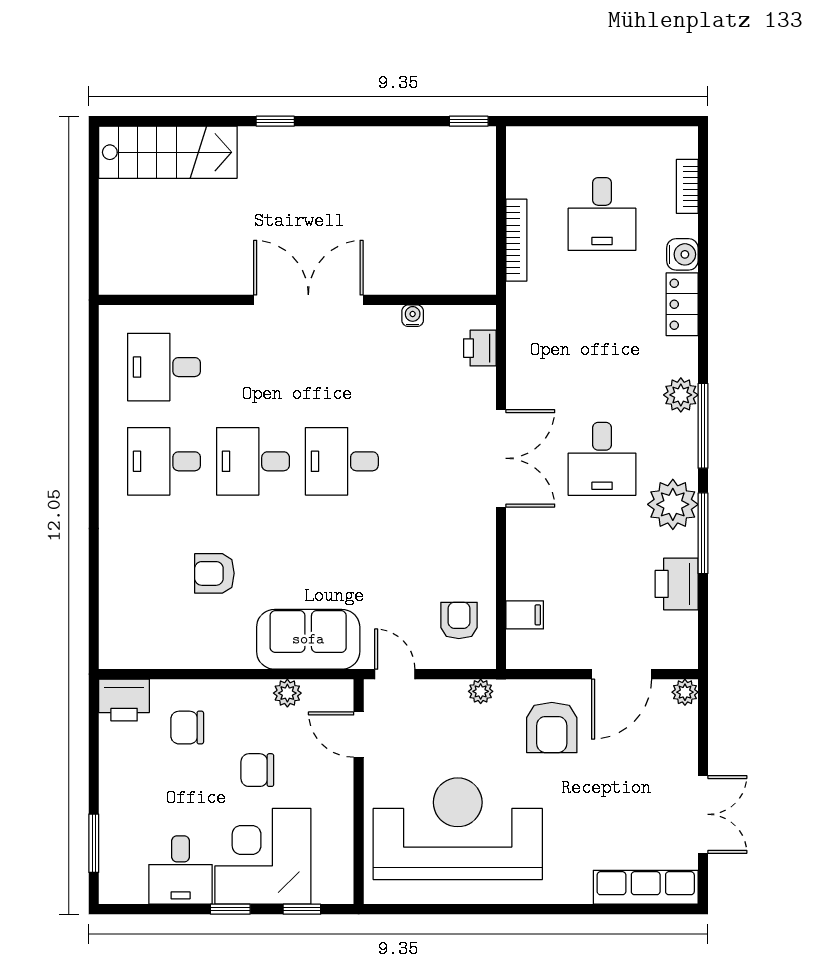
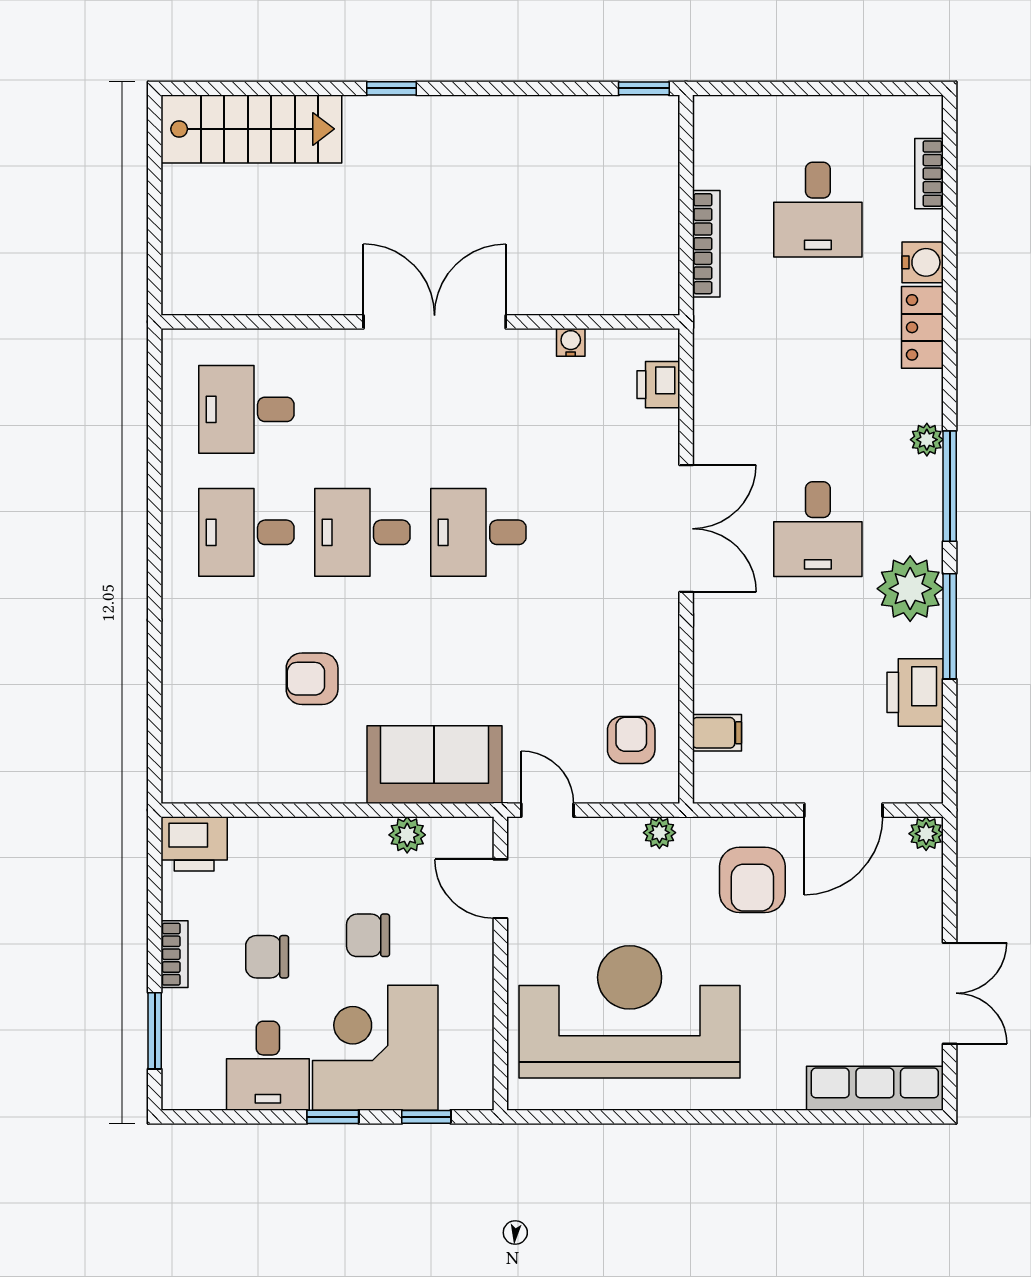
plant: (681, 395) -> (927, 440), width x0.73, depth x0.73
chair: (187, 728) -> (267, 957), moved
bookcase: (109, 785) -> (174, 954), added

